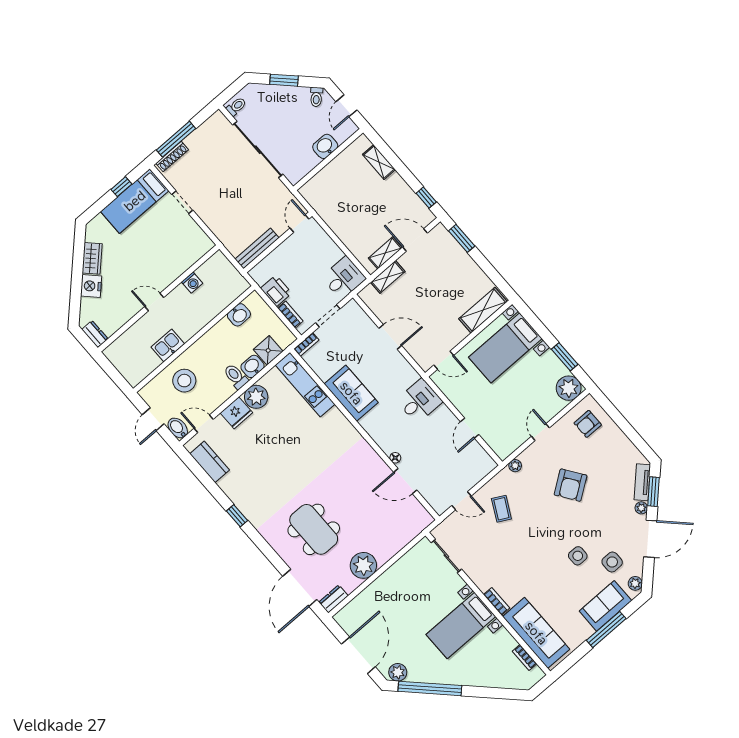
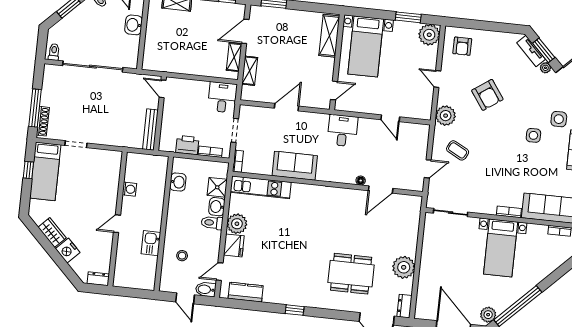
stool: (184, 381) -> (182, 256), width x0.53, depth x0.53
plant: (515, 466) -> (446, 116), width x1.88, depth x1.88

